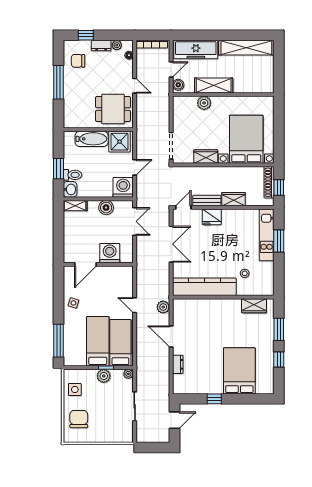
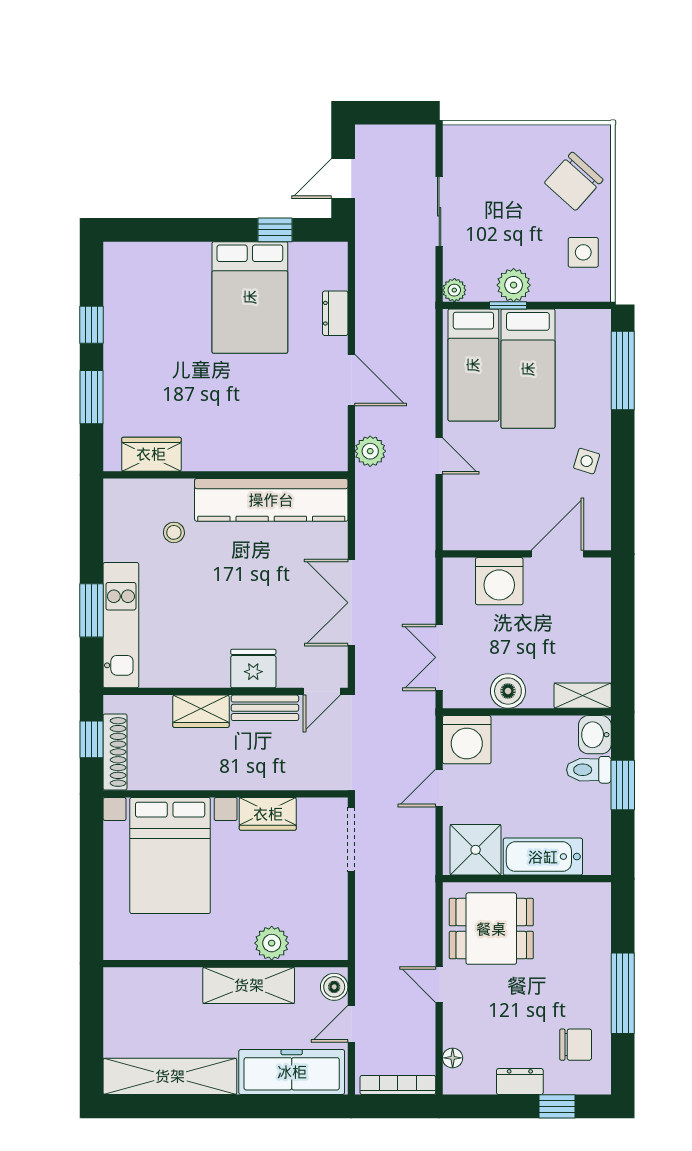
plant: (117, 45) -> (482, 1082), removed
bed: (239, 371) -> (250, 297), moved
window: (214, 399) -> (275, 230), moved
chair: (79, 419) -> (574, 181), turned 42

